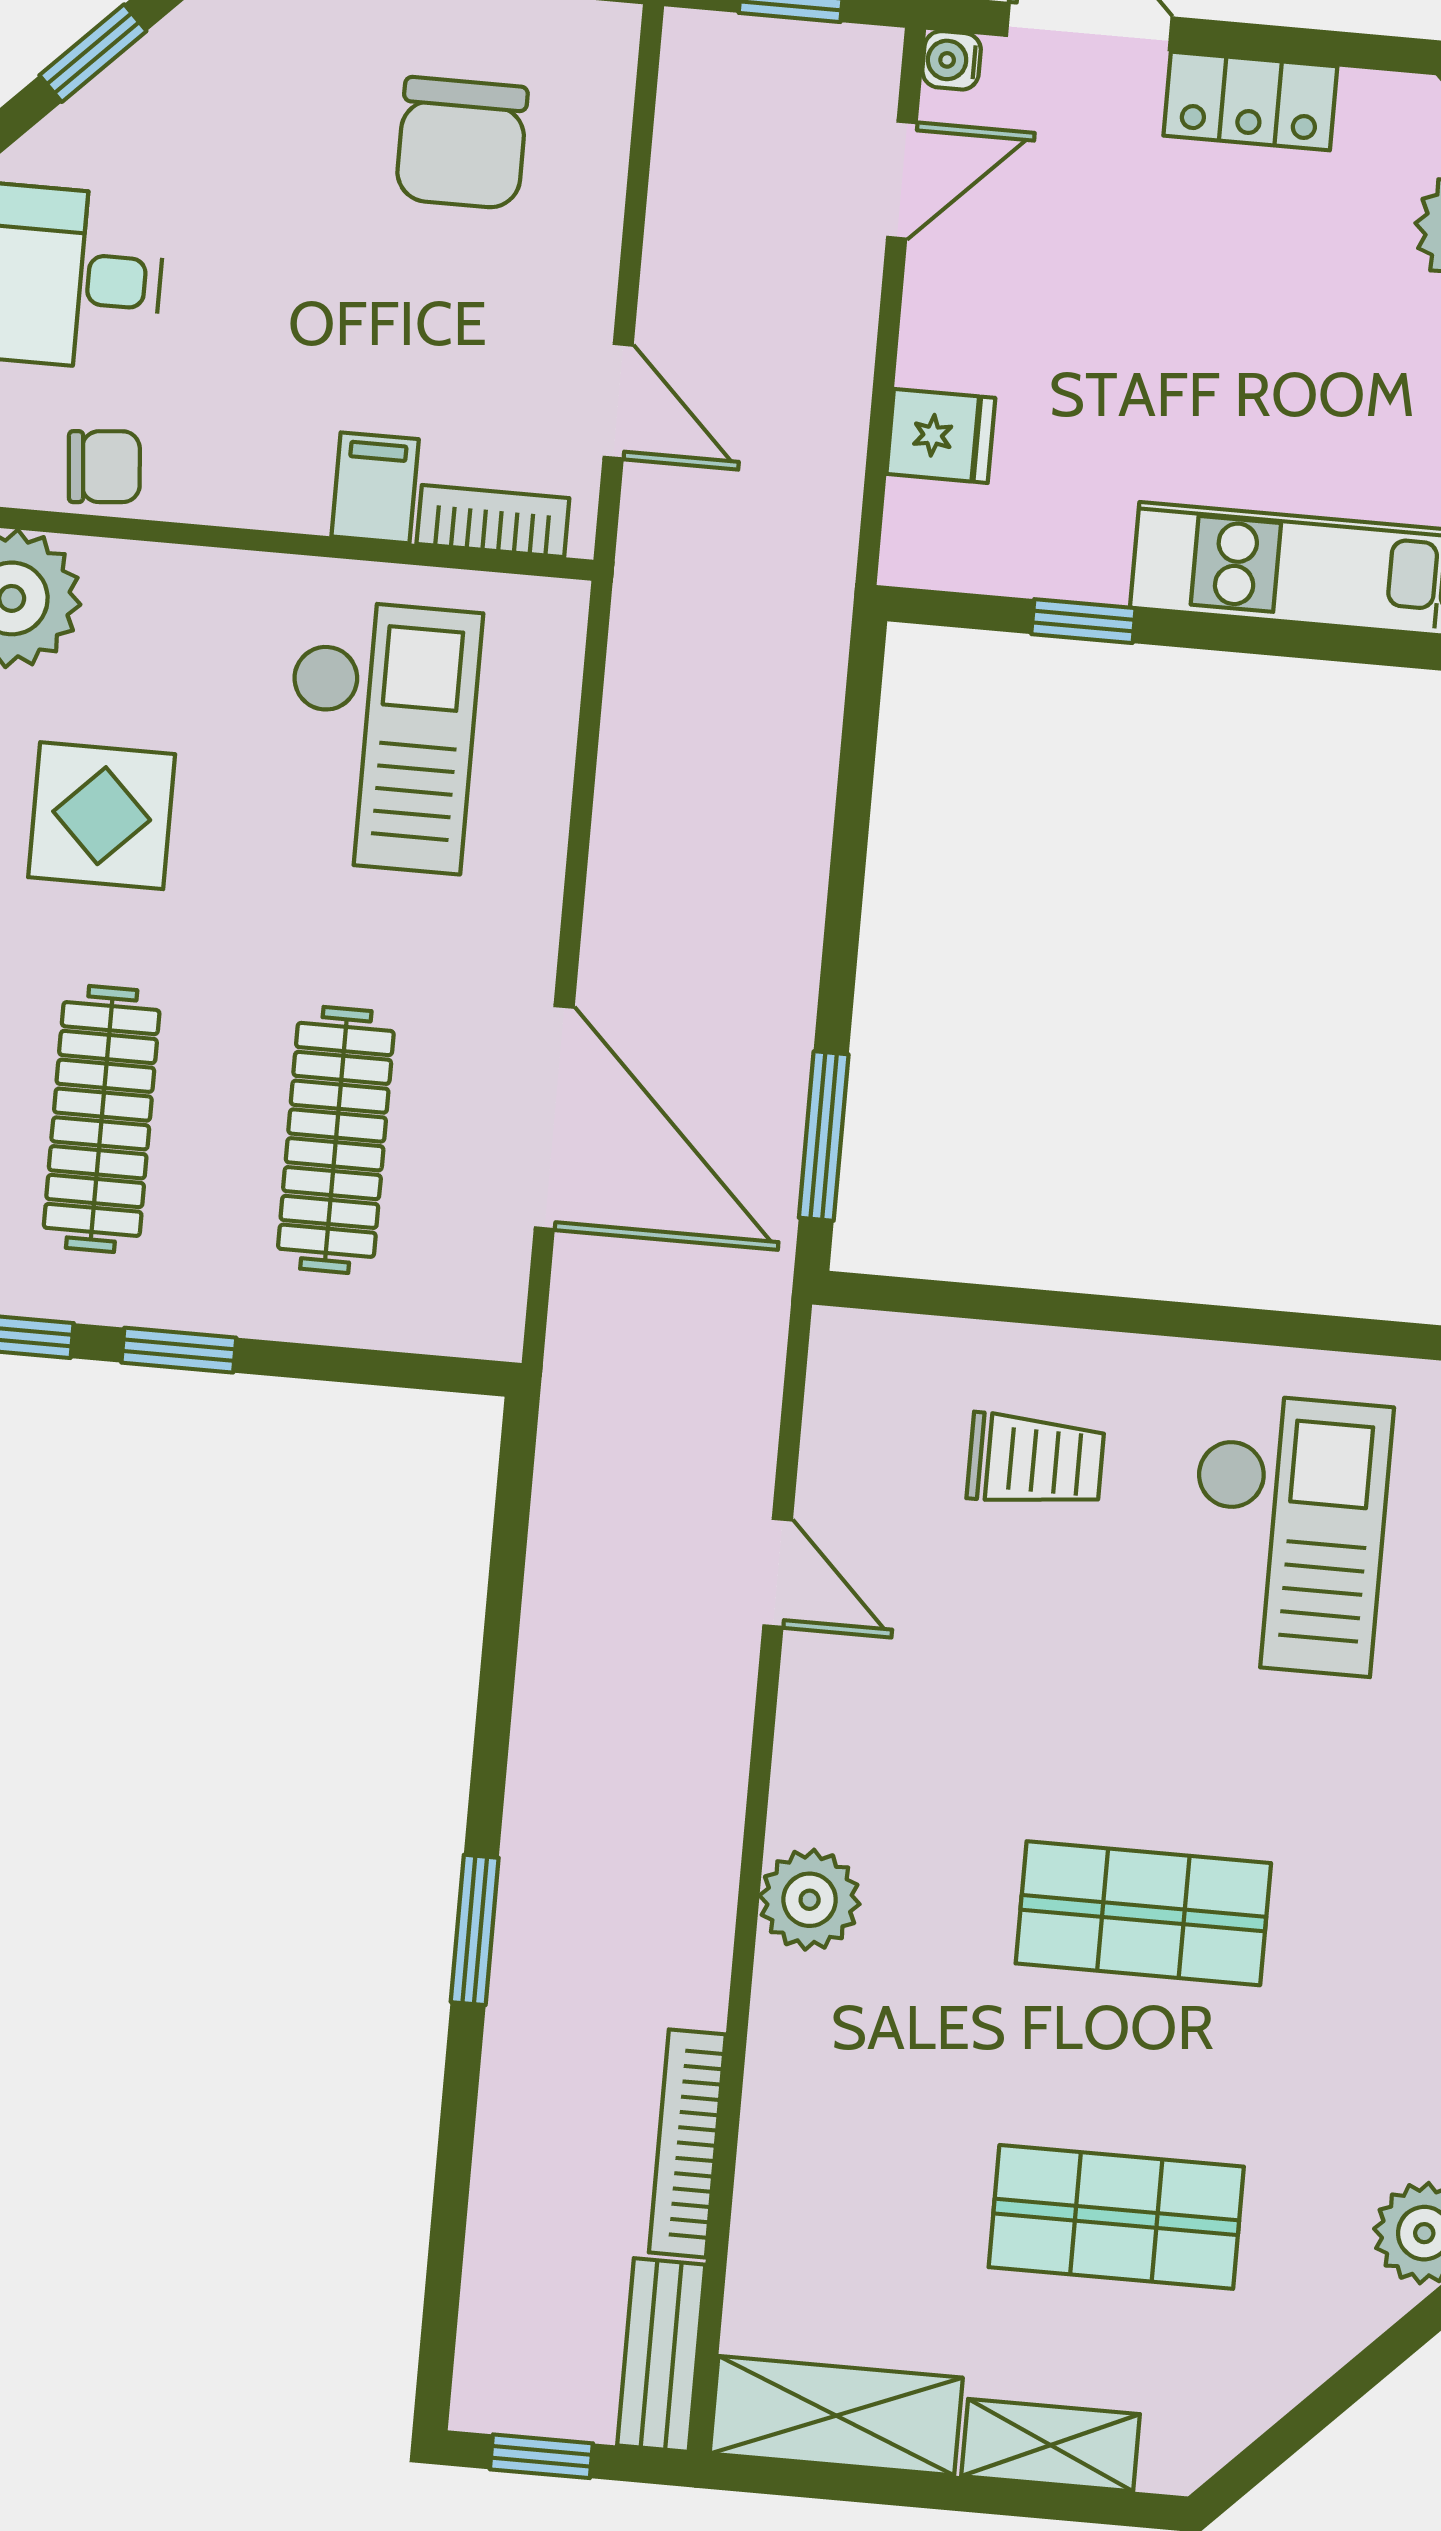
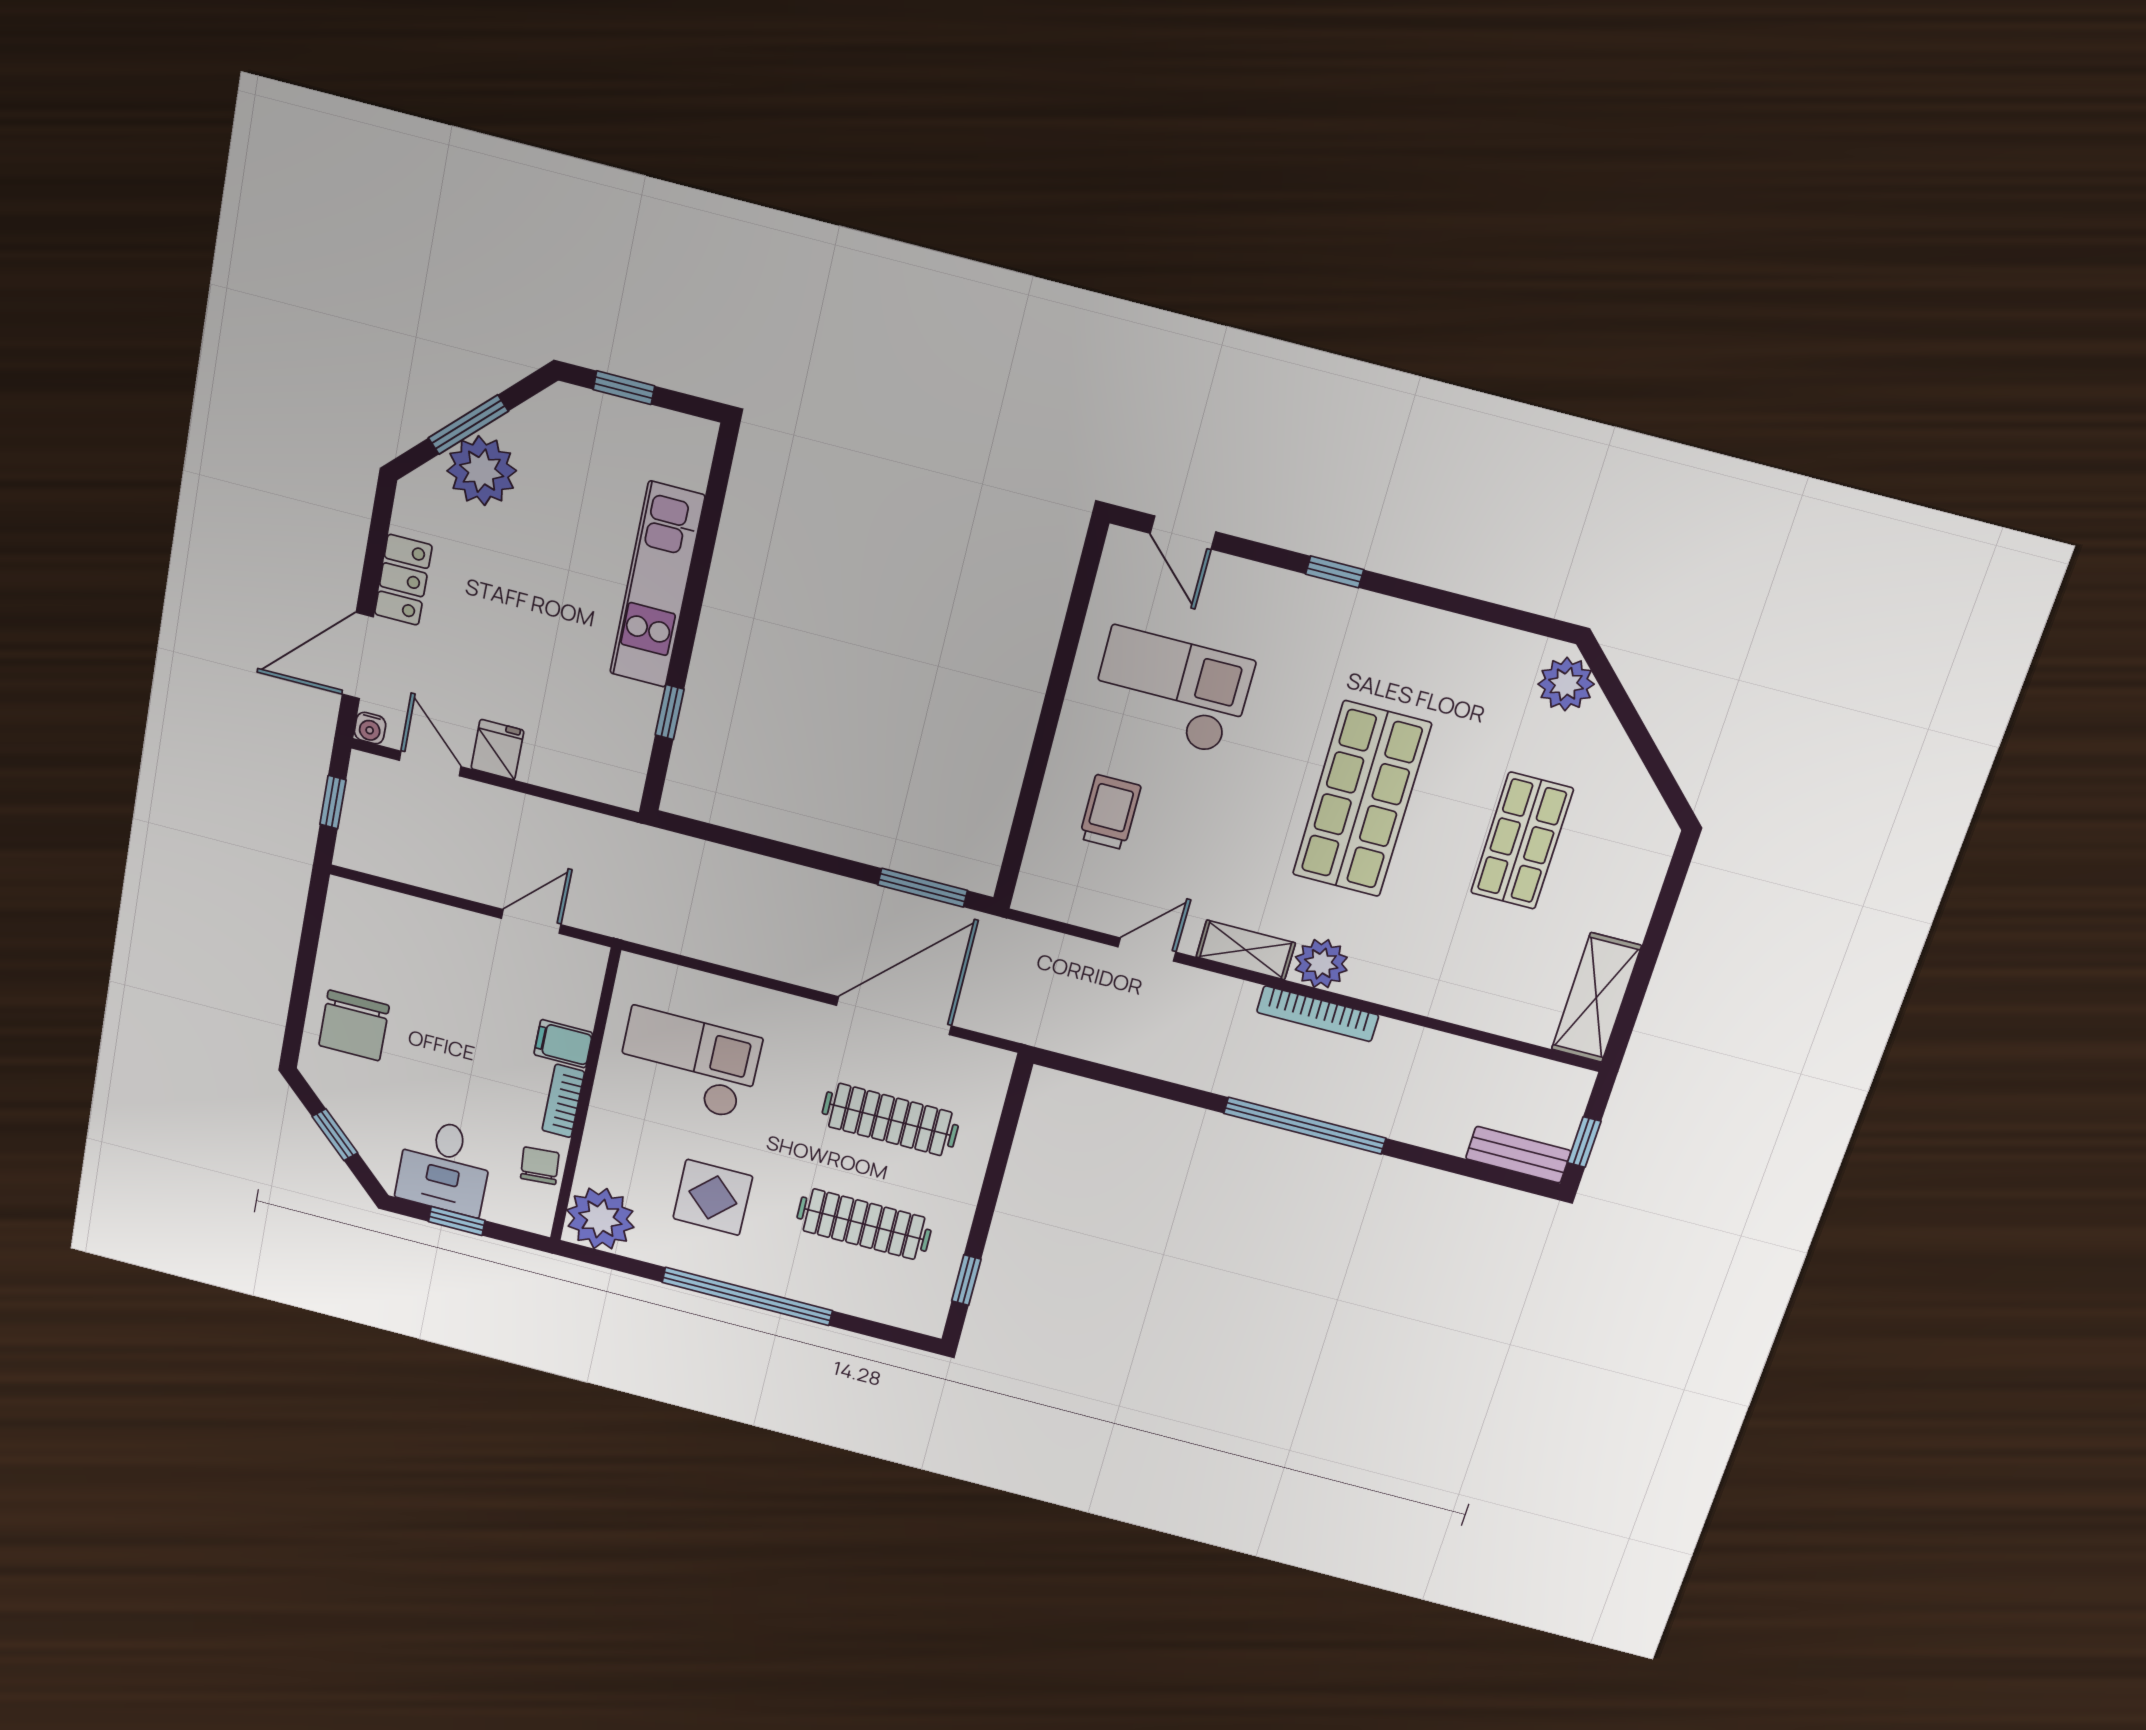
chair: (462, 143) -> (354, 1025), moved, turned 90
fridge: (941, 436) -> (497, 750), moved
bookcase: (493, 521) -> (563, 1101), moved
window: (179, 1350) -> (985, 1210), removed
shop shelf: (1143, 1913) -> (1362, 799), width x1.43, depth x1.36
window: (475, 1930) -> (1305, 1126), width x2.11
bookcase: (687, 2143) -> (1318, 1014), moved
bench: (661, 2355) -> (1518, 1155), moved
shelving: (1051, 2445) -> (1246, 950), moved, turned 90

